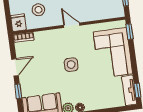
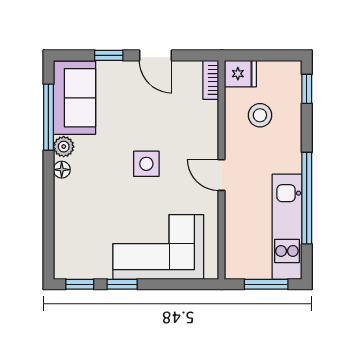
door: (72, 25) -> (222, 175), swing flipped
window: (130, 32) -> (122, 284), moved
tv unit: (129, 90) -> (82, 268), removed

